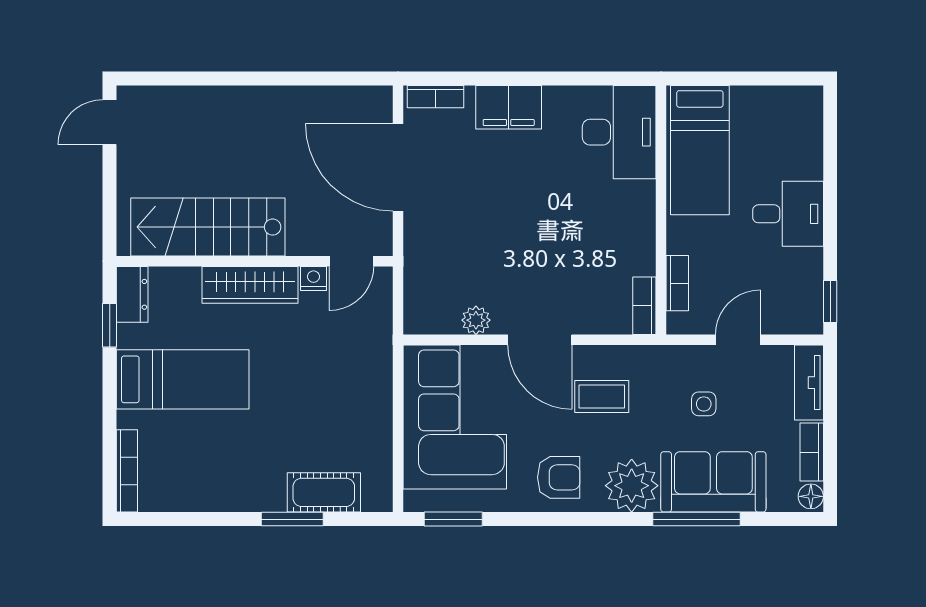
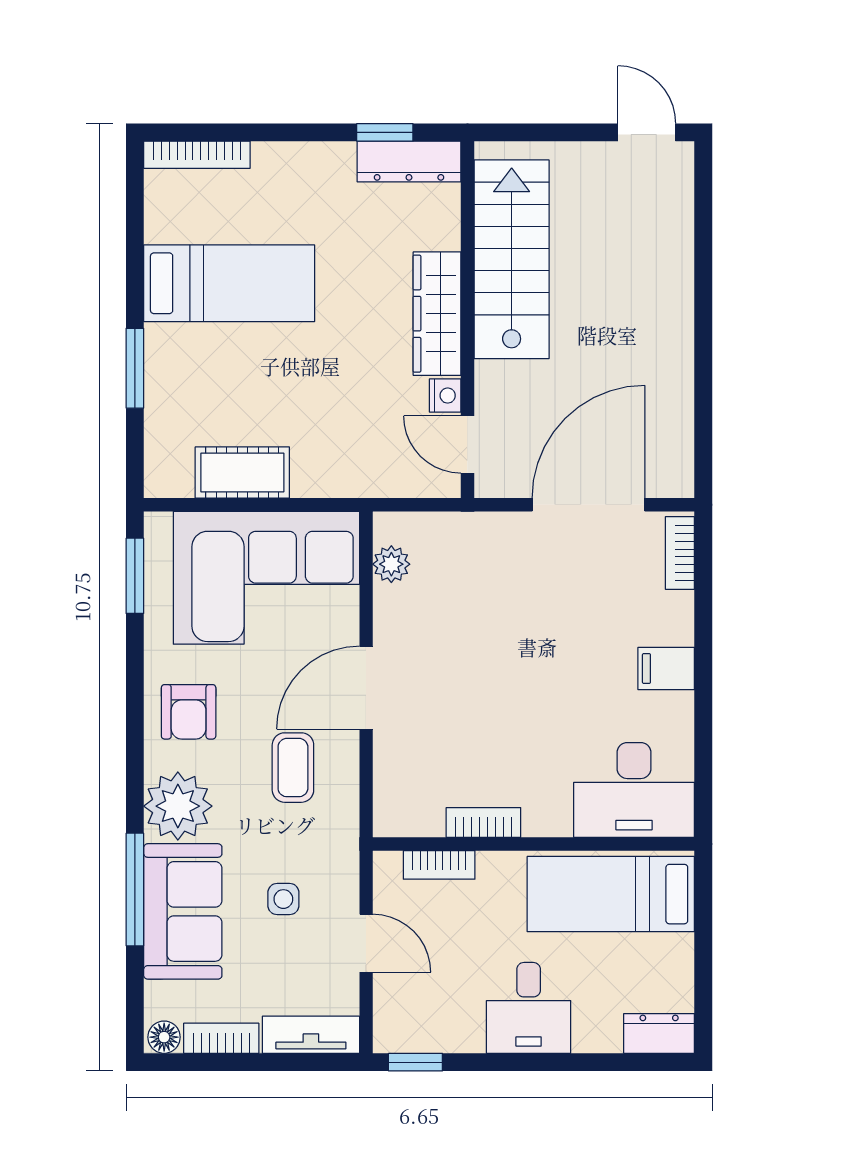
filing cabinet: (509, 107) -> (666, 668), width x0.50
dresser: (808, 113) -> (659, 1033), added
dresser: (132, 294) -> (409, 162), width x1.44
bookcase: (644, 306) -> (483, 822), moved
plant: (476, 320) -> (391, 564), moved
bed: (183, 379) -> (229, 283), moved, turned -90
cot: (324, 492) -> (242, 473), moved, turned 90

